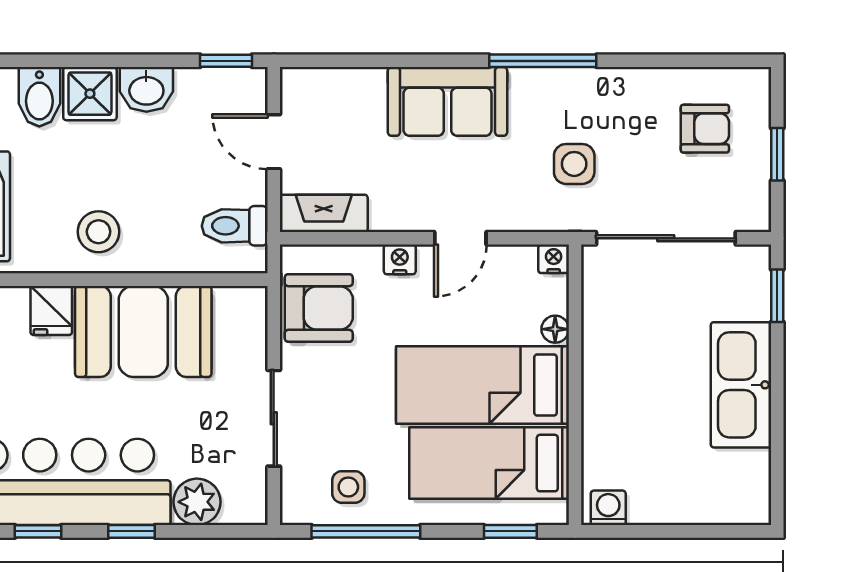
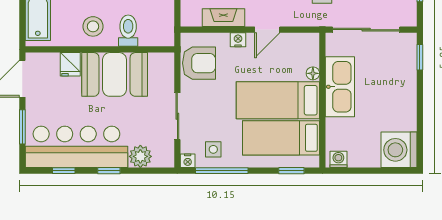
fireplace: (324, 213) -> (223, 18), moved
toilet: (235, 226) -> (128, 31), moved, turned 90
nightstand: (554, 259) -> (188, 161), moved, turned 180
kitchen sink: (741, 385) -> (340, 87), moved, turned 180
washing machine: (734, 488) -> (399, 150), added

